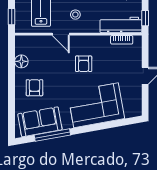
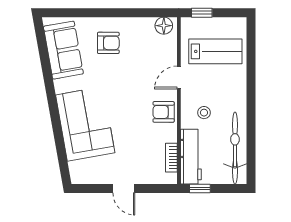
stool: (75, 15) -> (204, 113), moved
floor lamp: (21, 61) -> (164, 26), moved
armchair: (84, 64) -> (164, 112), moved
window: (52, 135) -> (46, 66), removed

